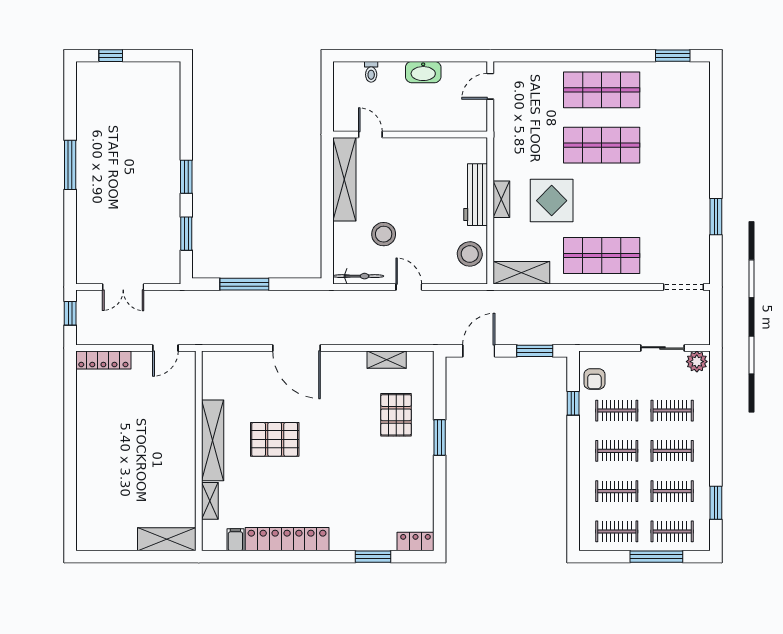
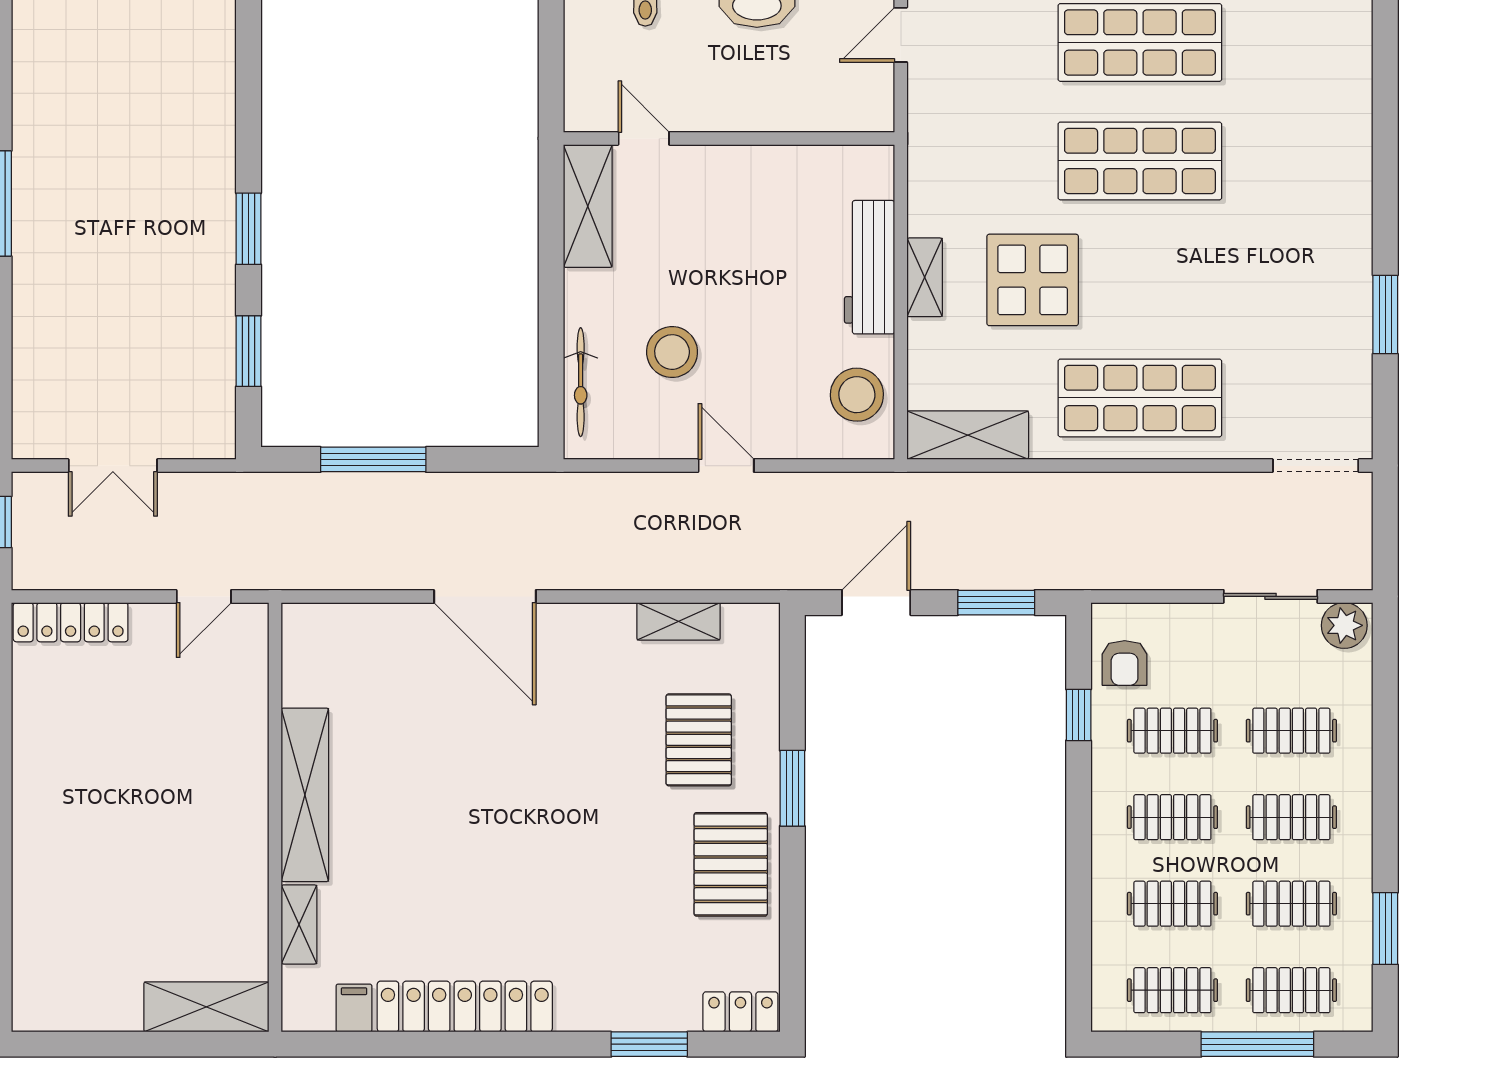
shelving: (344, 179) -> (588, 206), width x0.68
bicycle: (358, 276) -> (581, 382), moved, turned 90
pallet: (275, 439) -> (731, 864), moved, turned 90

